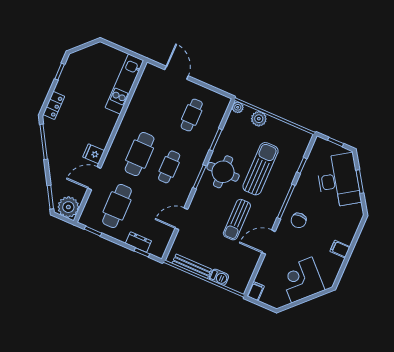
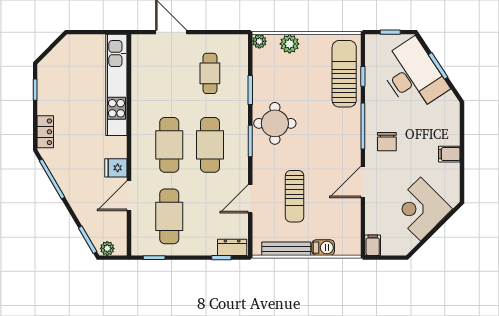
kitchen unit: (124, 84) -> (116, 85), width x1.36
cafe table: (169, 167) -> (210, 145), width x1.37, depth x1.35
sun lounger: (260, 169) -> (344, 74), moved
plant: (68, 207) -> (107, 248), width x0.53, depth x0.53
sun lounger: (237, 220) -> (295, 196), moved
dresser: (138, 242) -> (232, 247), moved

